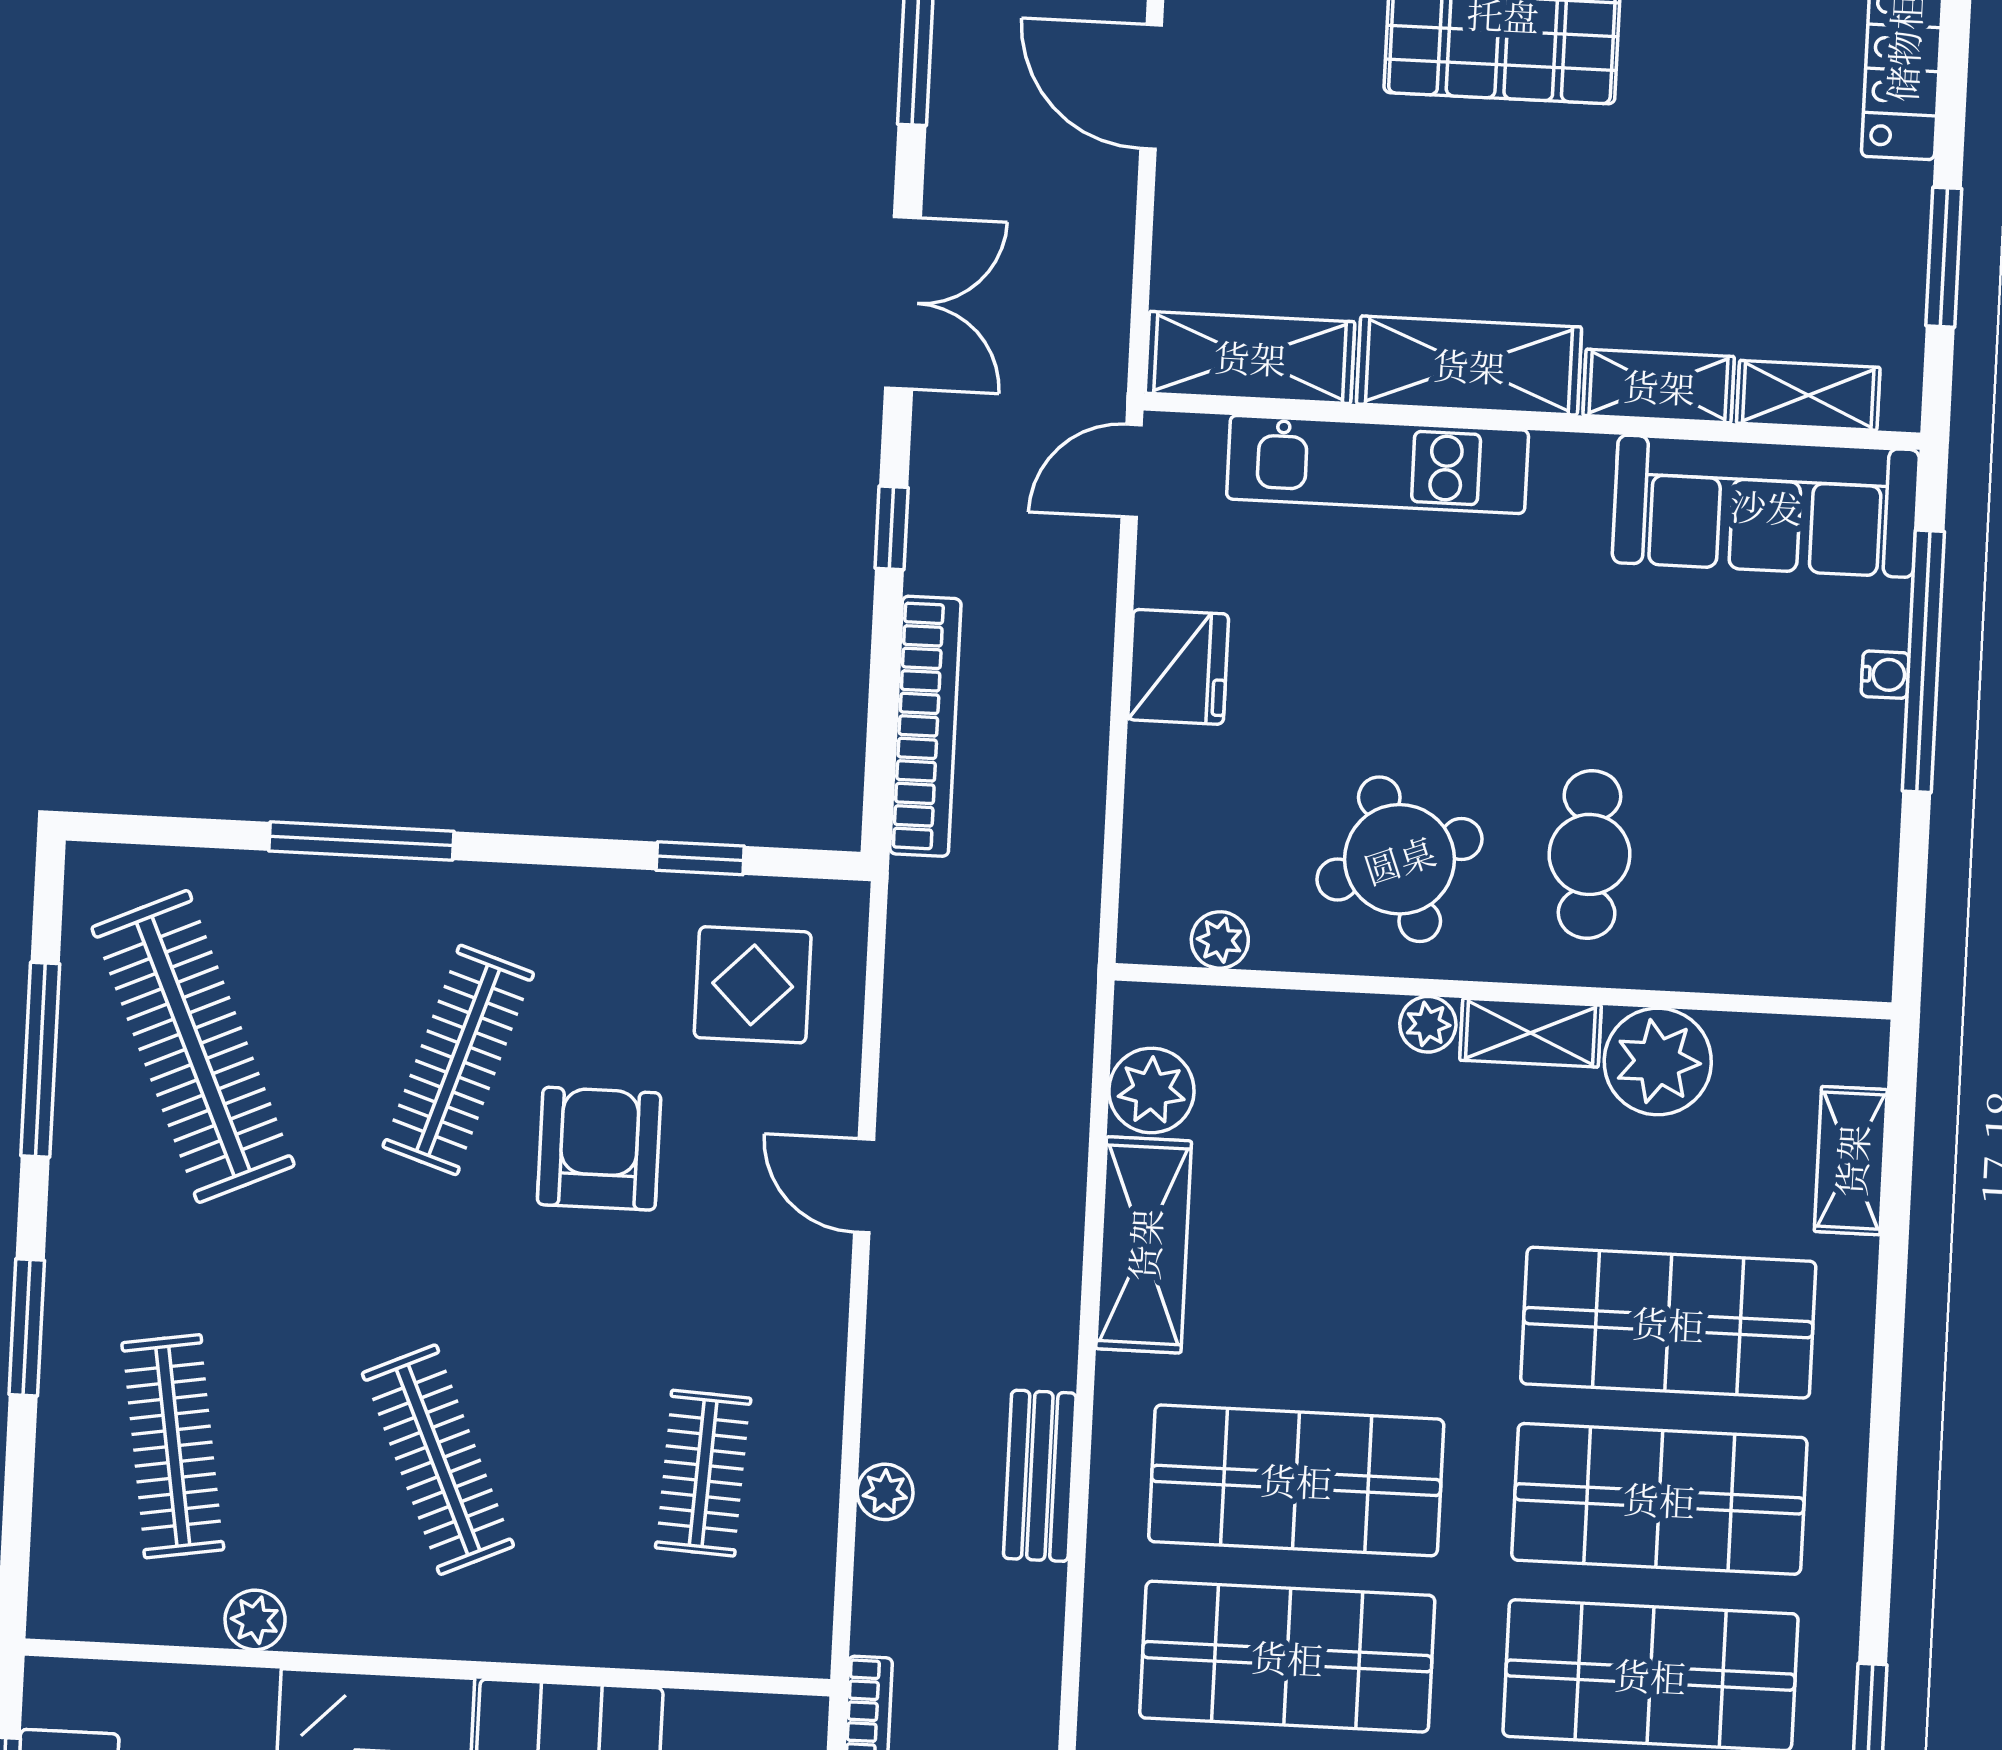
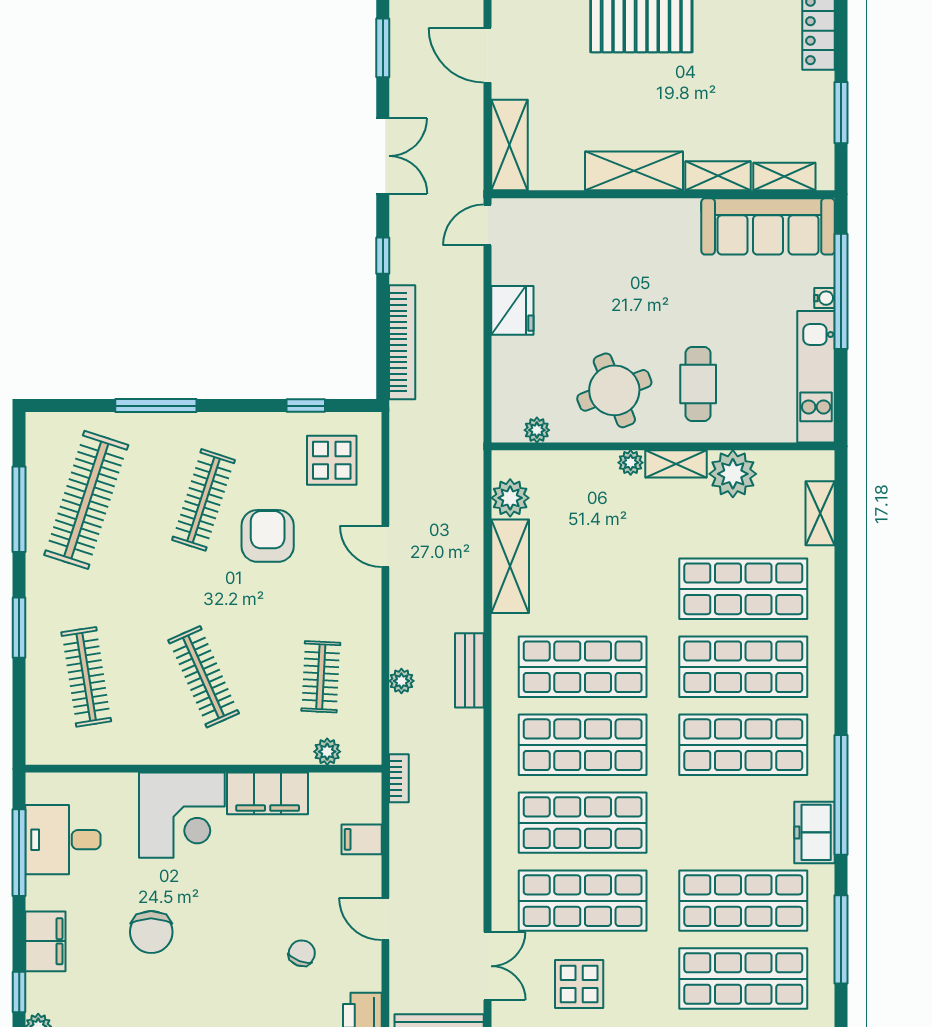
shelving: (1250, 357) -> (509, 145), moved, turned 90
kitchen unit: (1378, 465) -> (816, 377), moved, turned 90
clothes rail: (193, 1046) -> (86, 500), turned 42
plant: (255, 1620) -> (327, 752), moved

